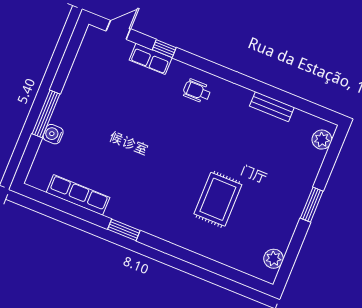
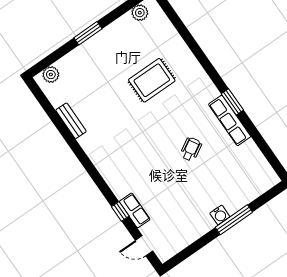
wheelchair: (197, 91) -> (191, 149), moved, turned -120
water cooler: (53, 134) -> (220, 215), moved
row of seats: (78, 195) -> (230, 120), moved

